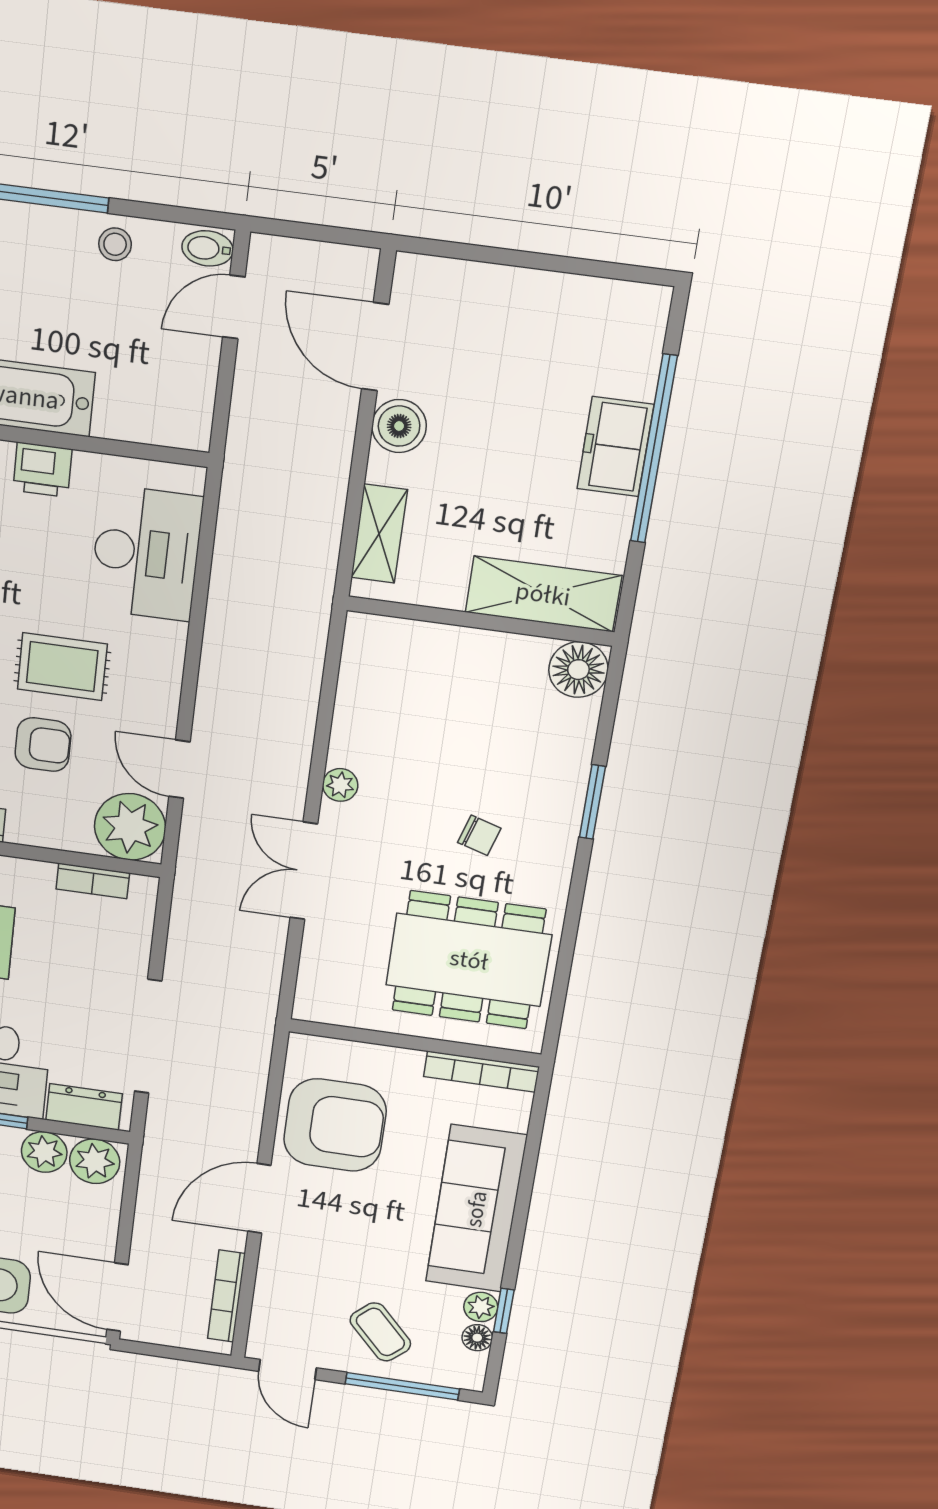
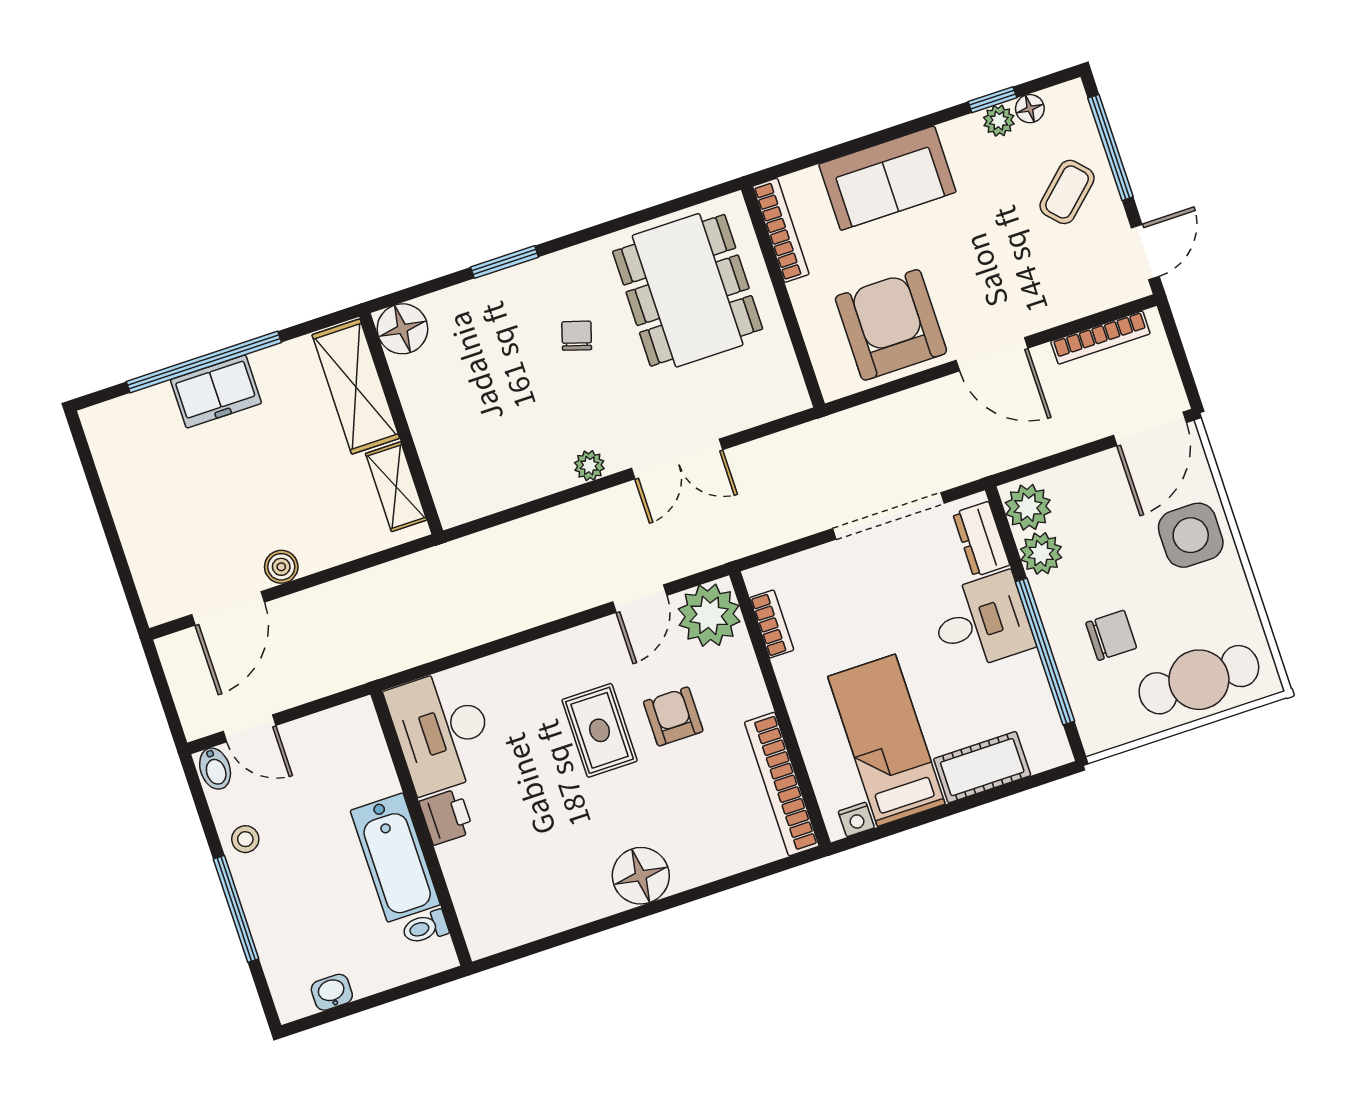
boiler: (399, 426) -> (281, 567), width x0.73, depth x0.73
shelving: (379, 534) -> (396, 487), moved, turned 90
desk: (146, 553) -> (442, 731), moved, turned -90
sofa: (476, 1209) -> (887, 178), width x0.73

